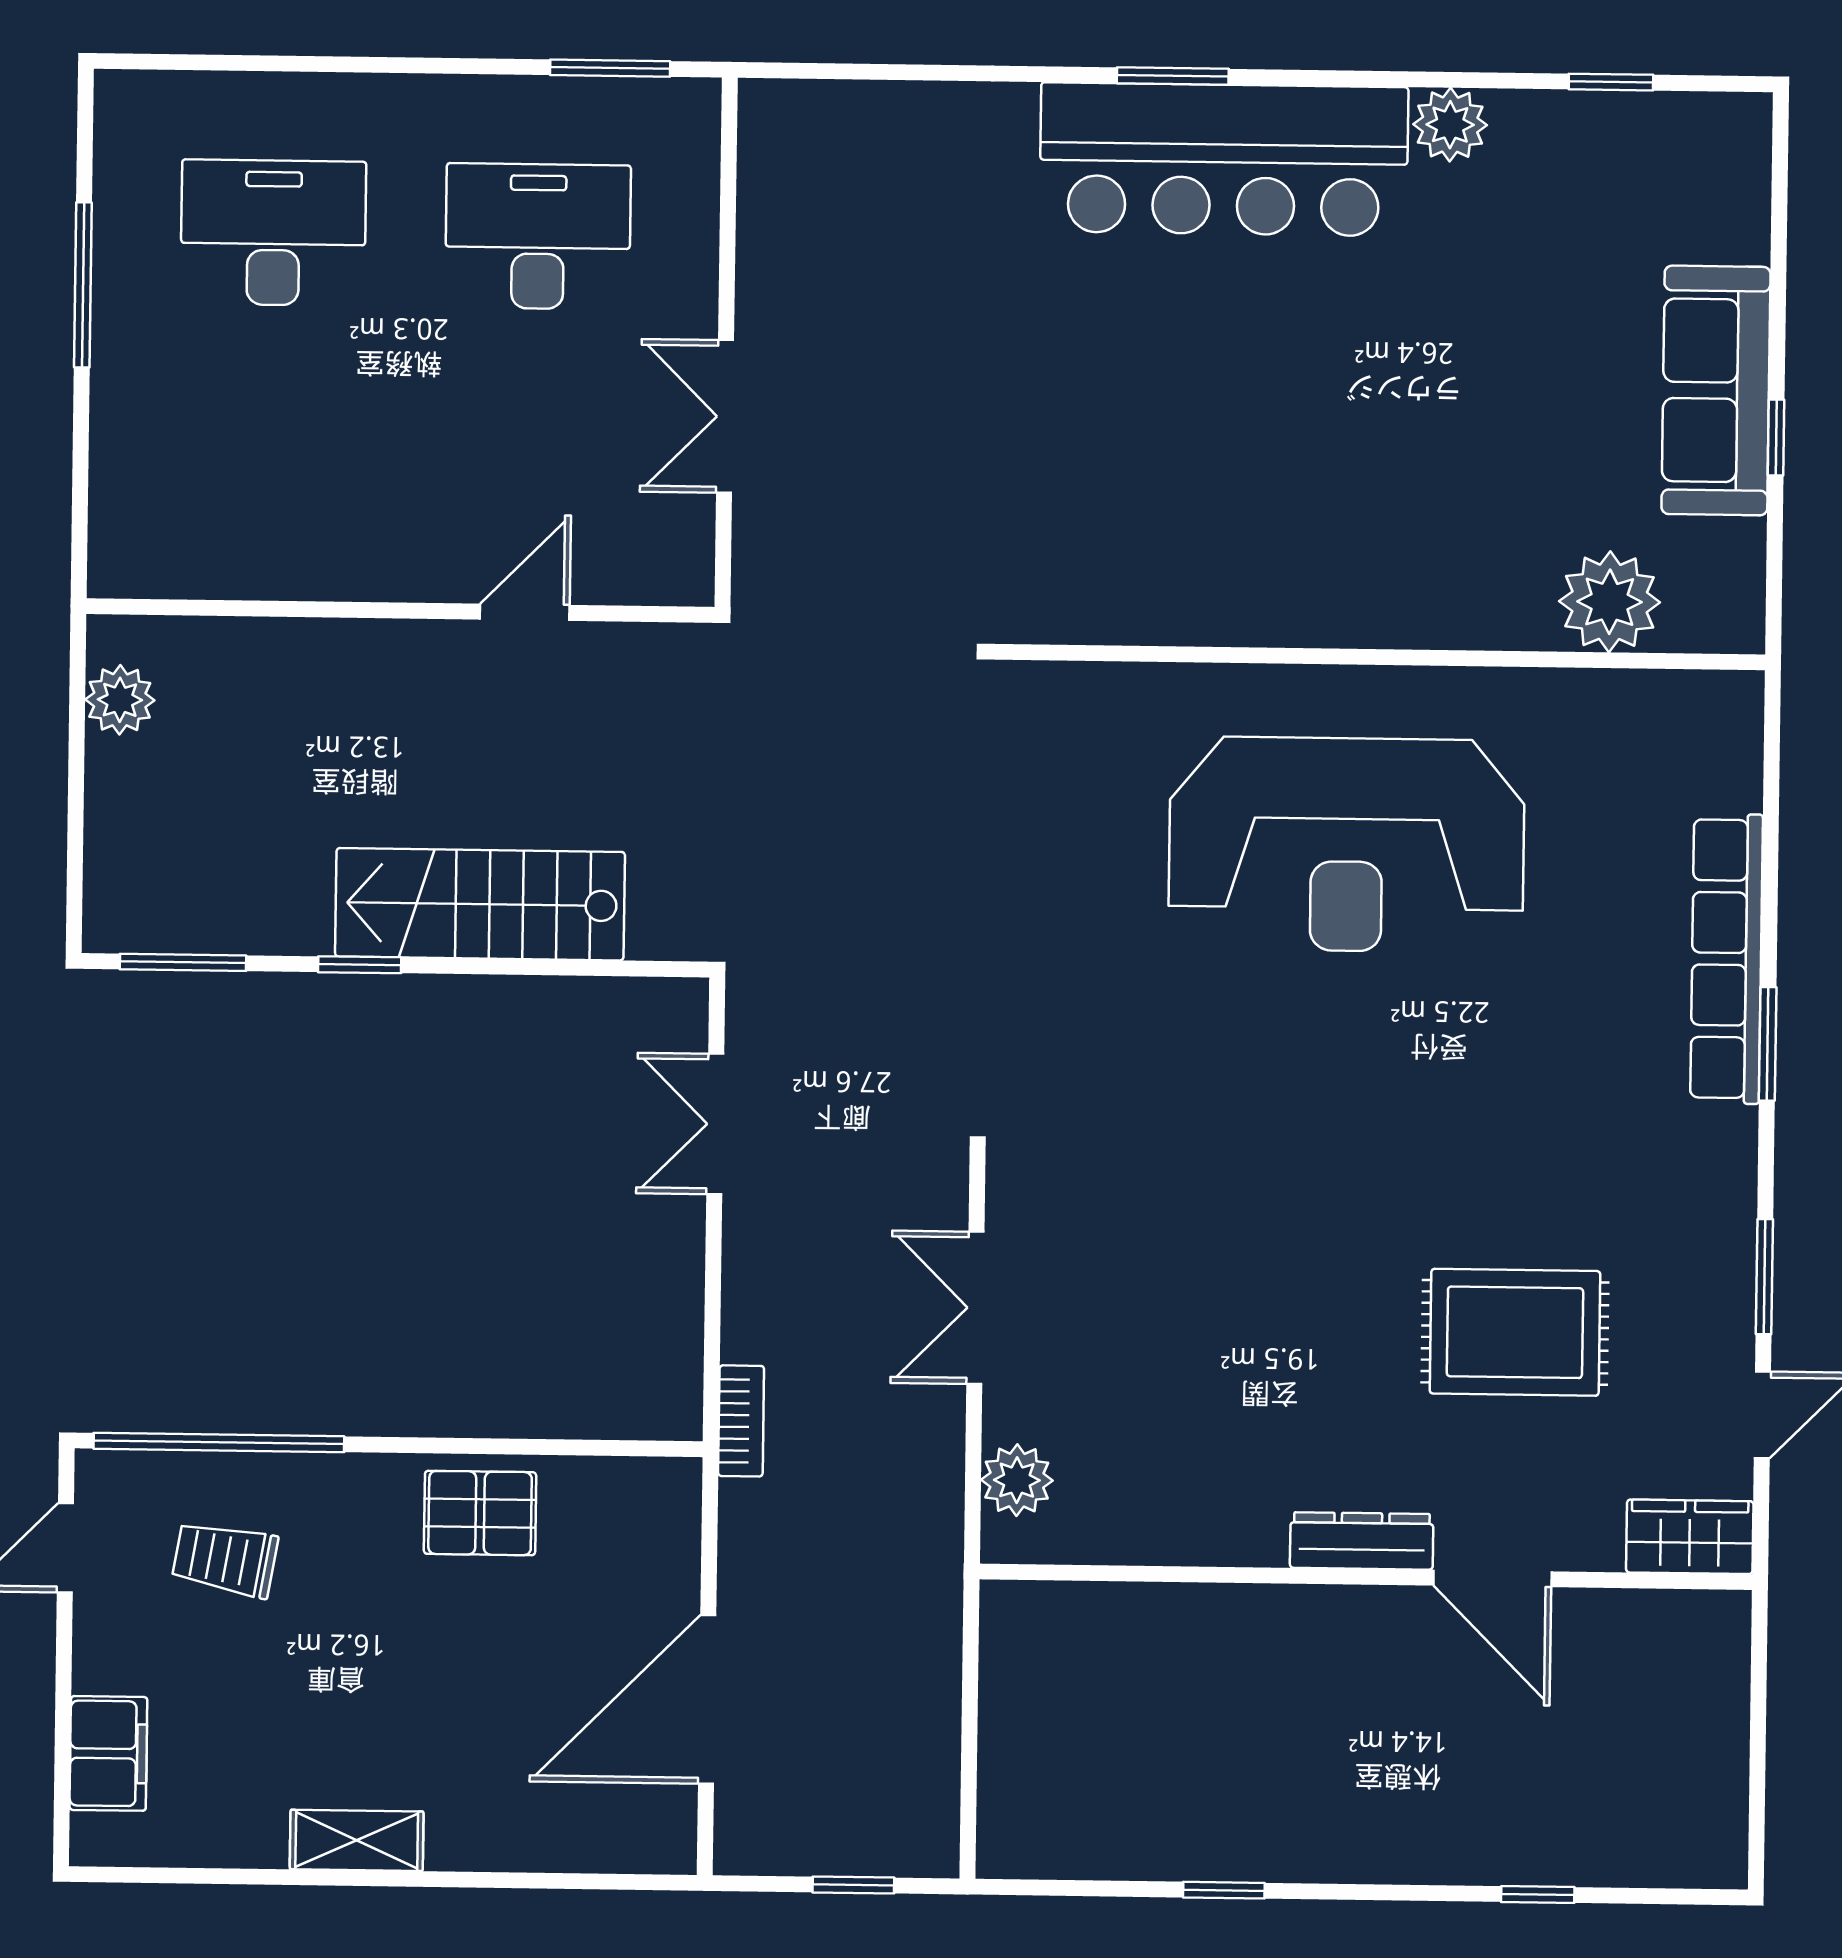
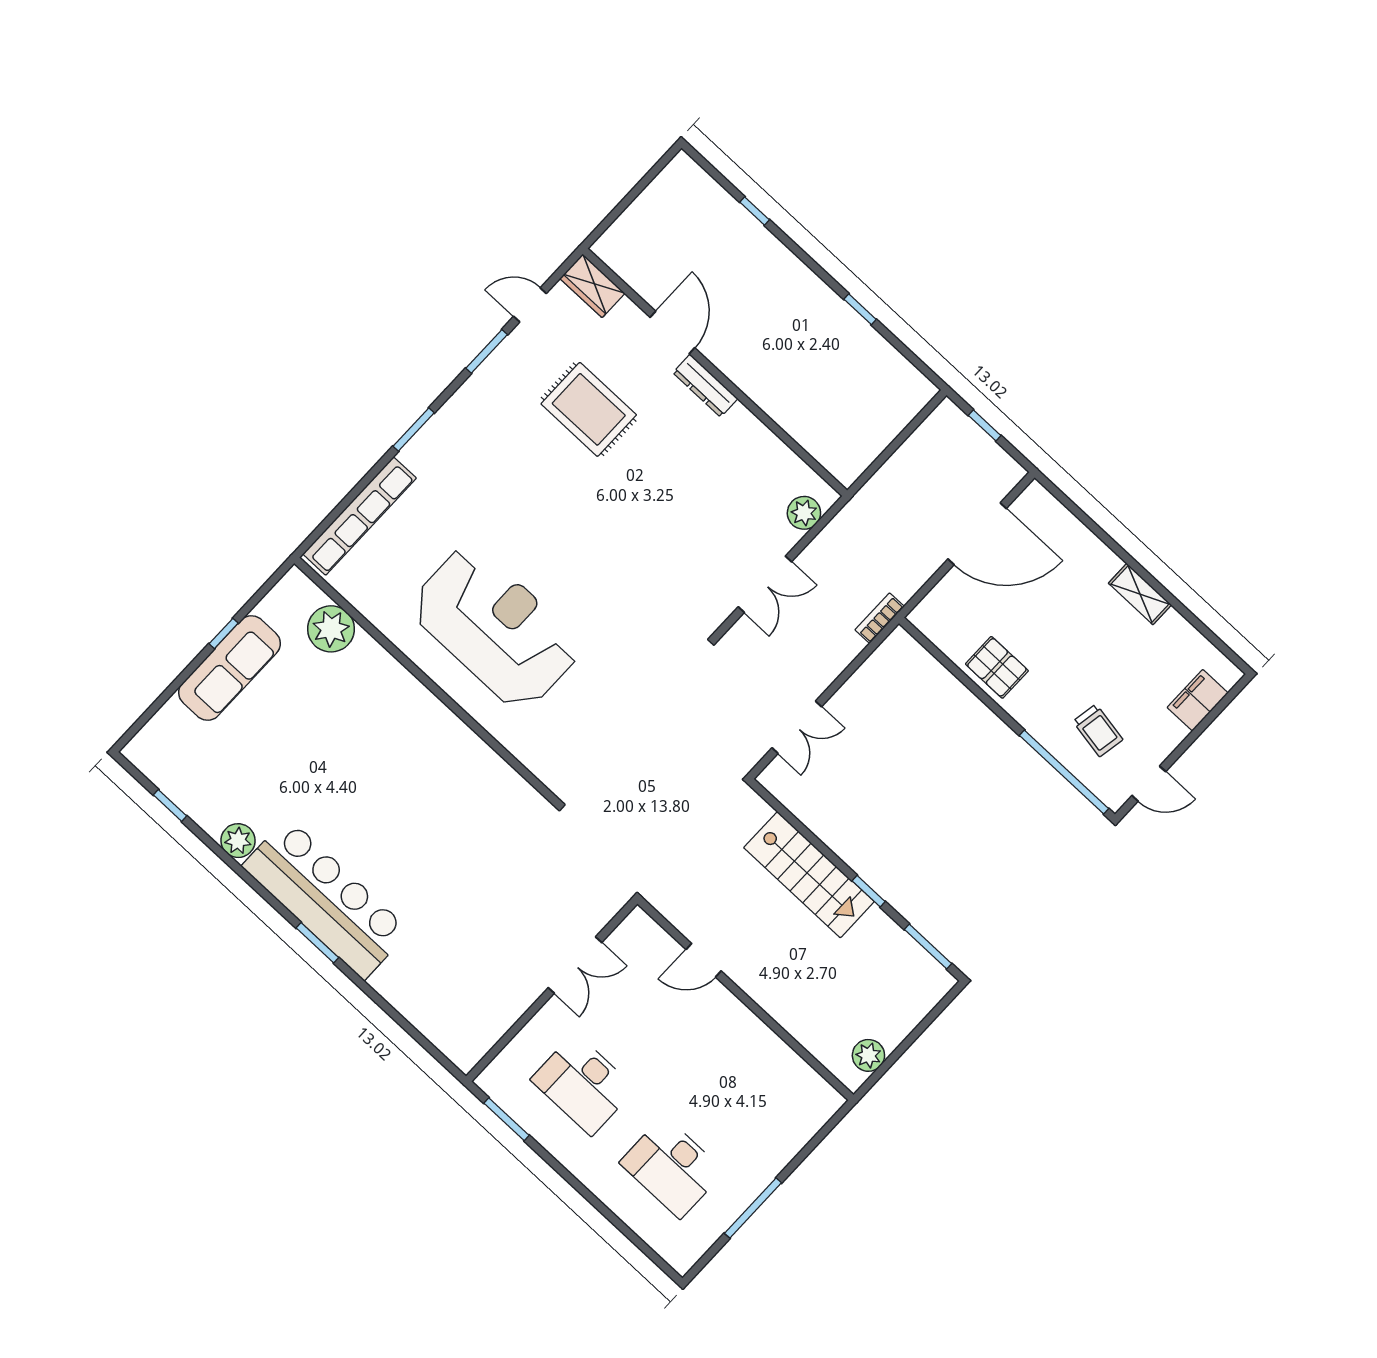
row of seats: (1727, 959) -> (360, 516), moved

